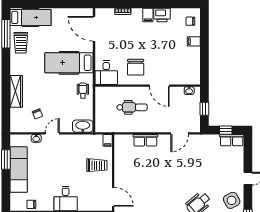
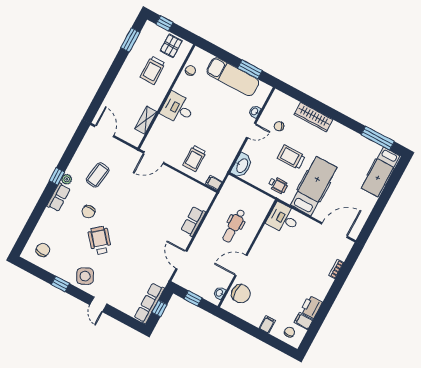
filing cabinet: (148, 15) -> (304, 321), moved
trolley: (21, 43) -> (291, 157), moved
chair: (136, 67) -> (241, 294), moved, turned 180
door: (52, 133) -> (251, 131), hinge flipped
row of seats: (232, 140) -> (149, 303), width x1.48

